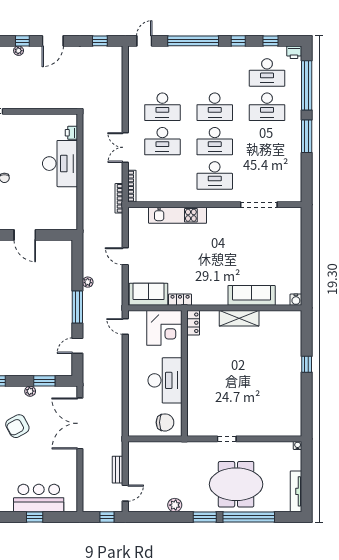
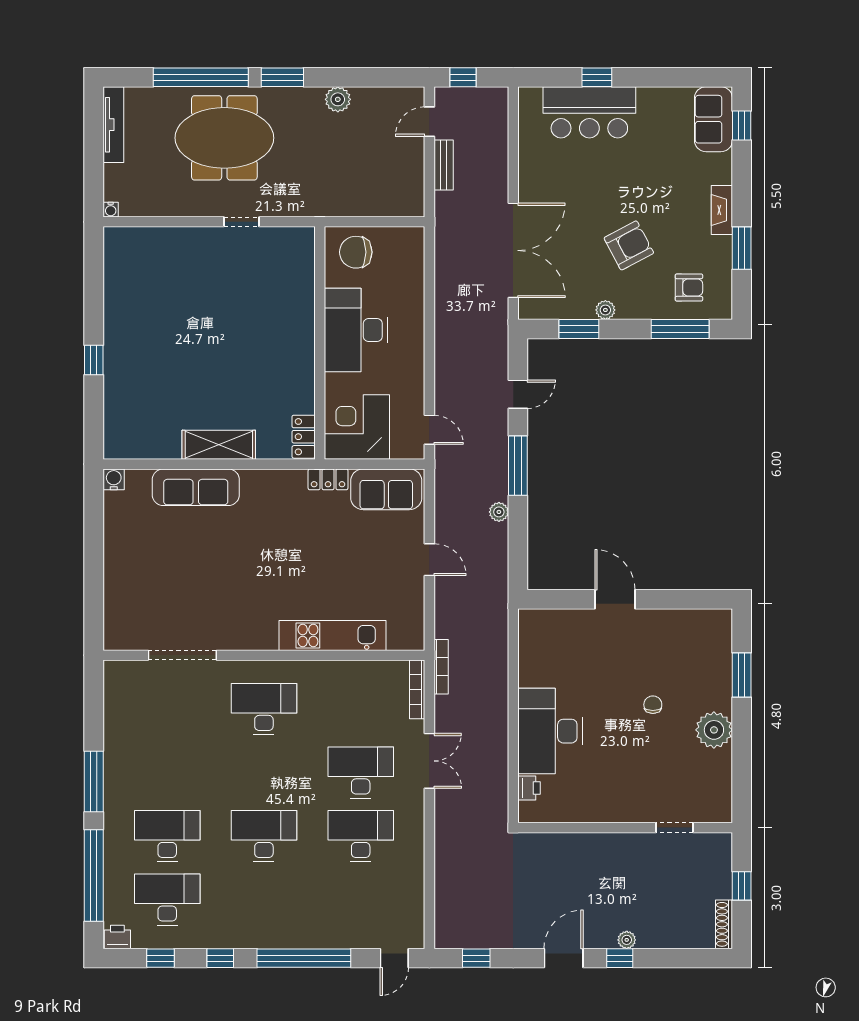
desk: (215, 141) -> (264, 773), removed

